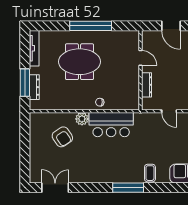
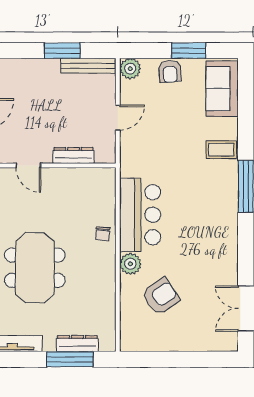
door: (141, 58) -> (28, 165), swing flipped

